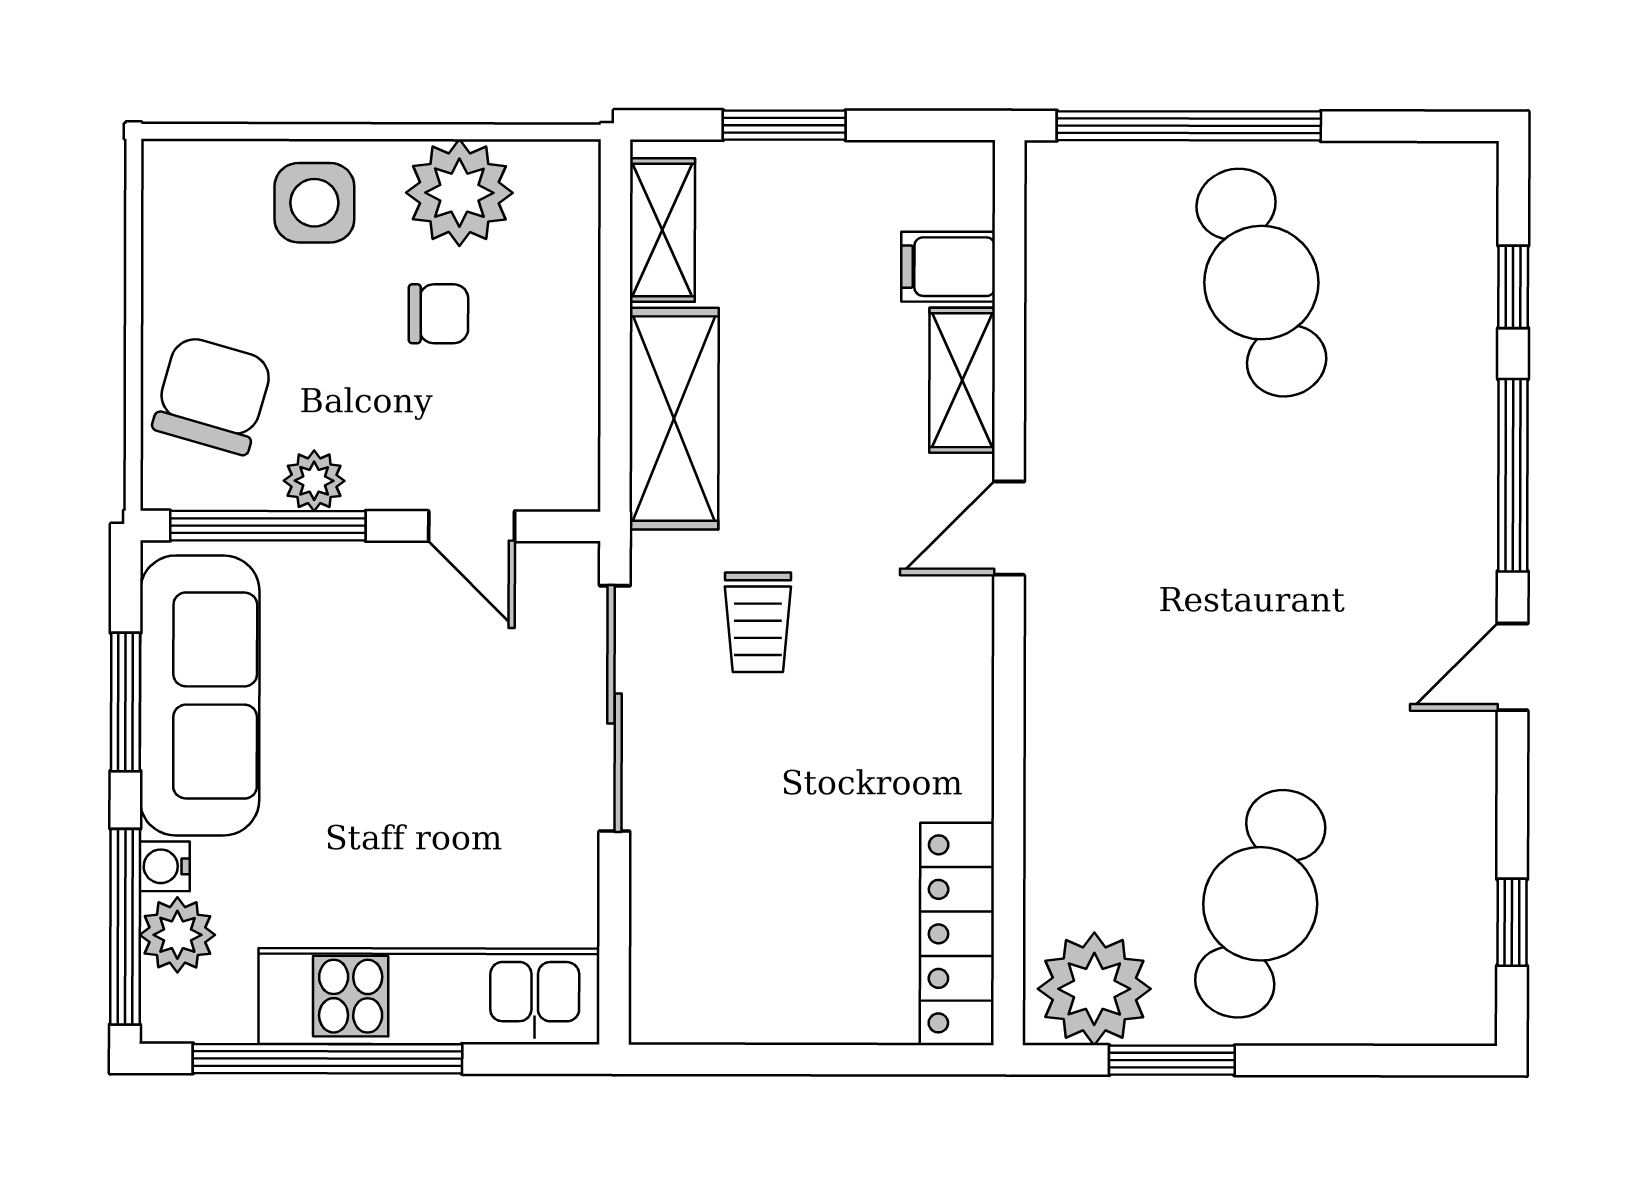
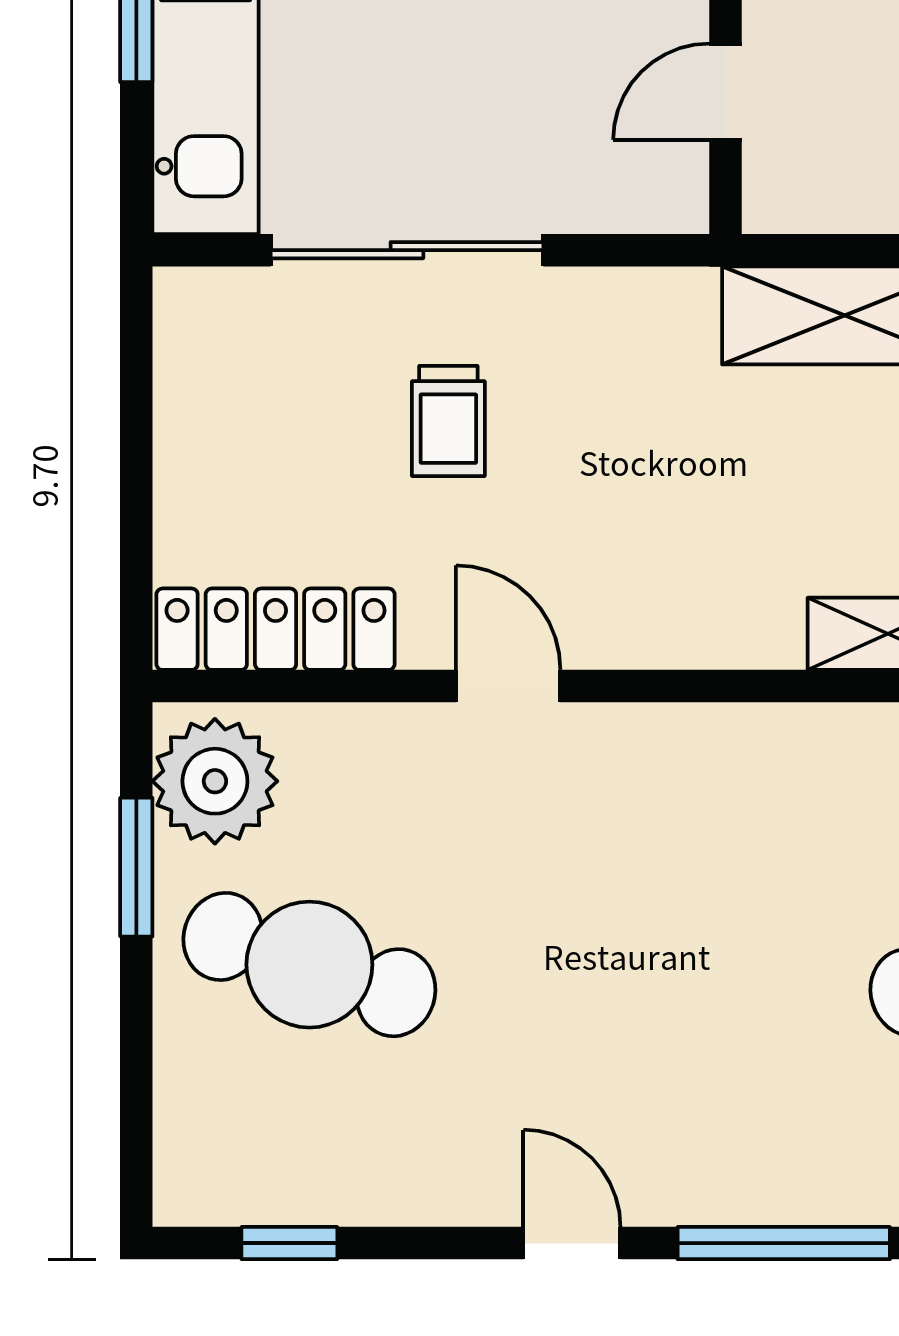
door: (1009, 528) -> (508, 686), moved
trolley: (758, 622) -> (448, 421), moved, turned -90
sliding door: (615, 708) -> (407, 250), moved

